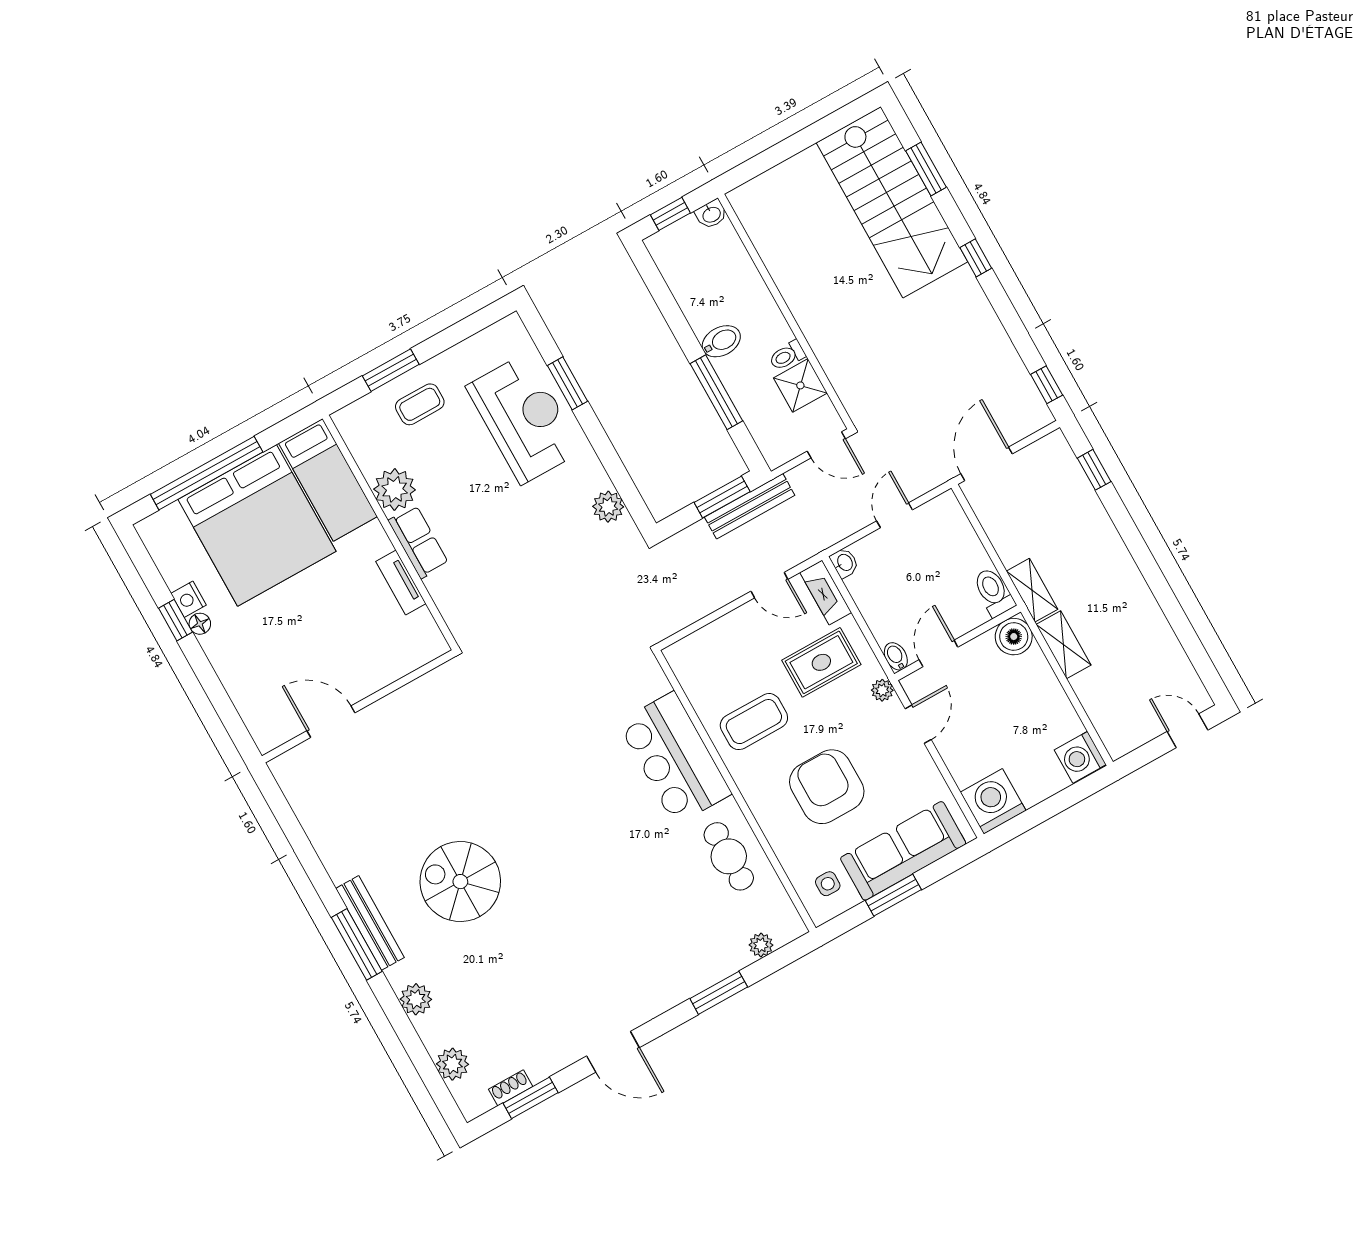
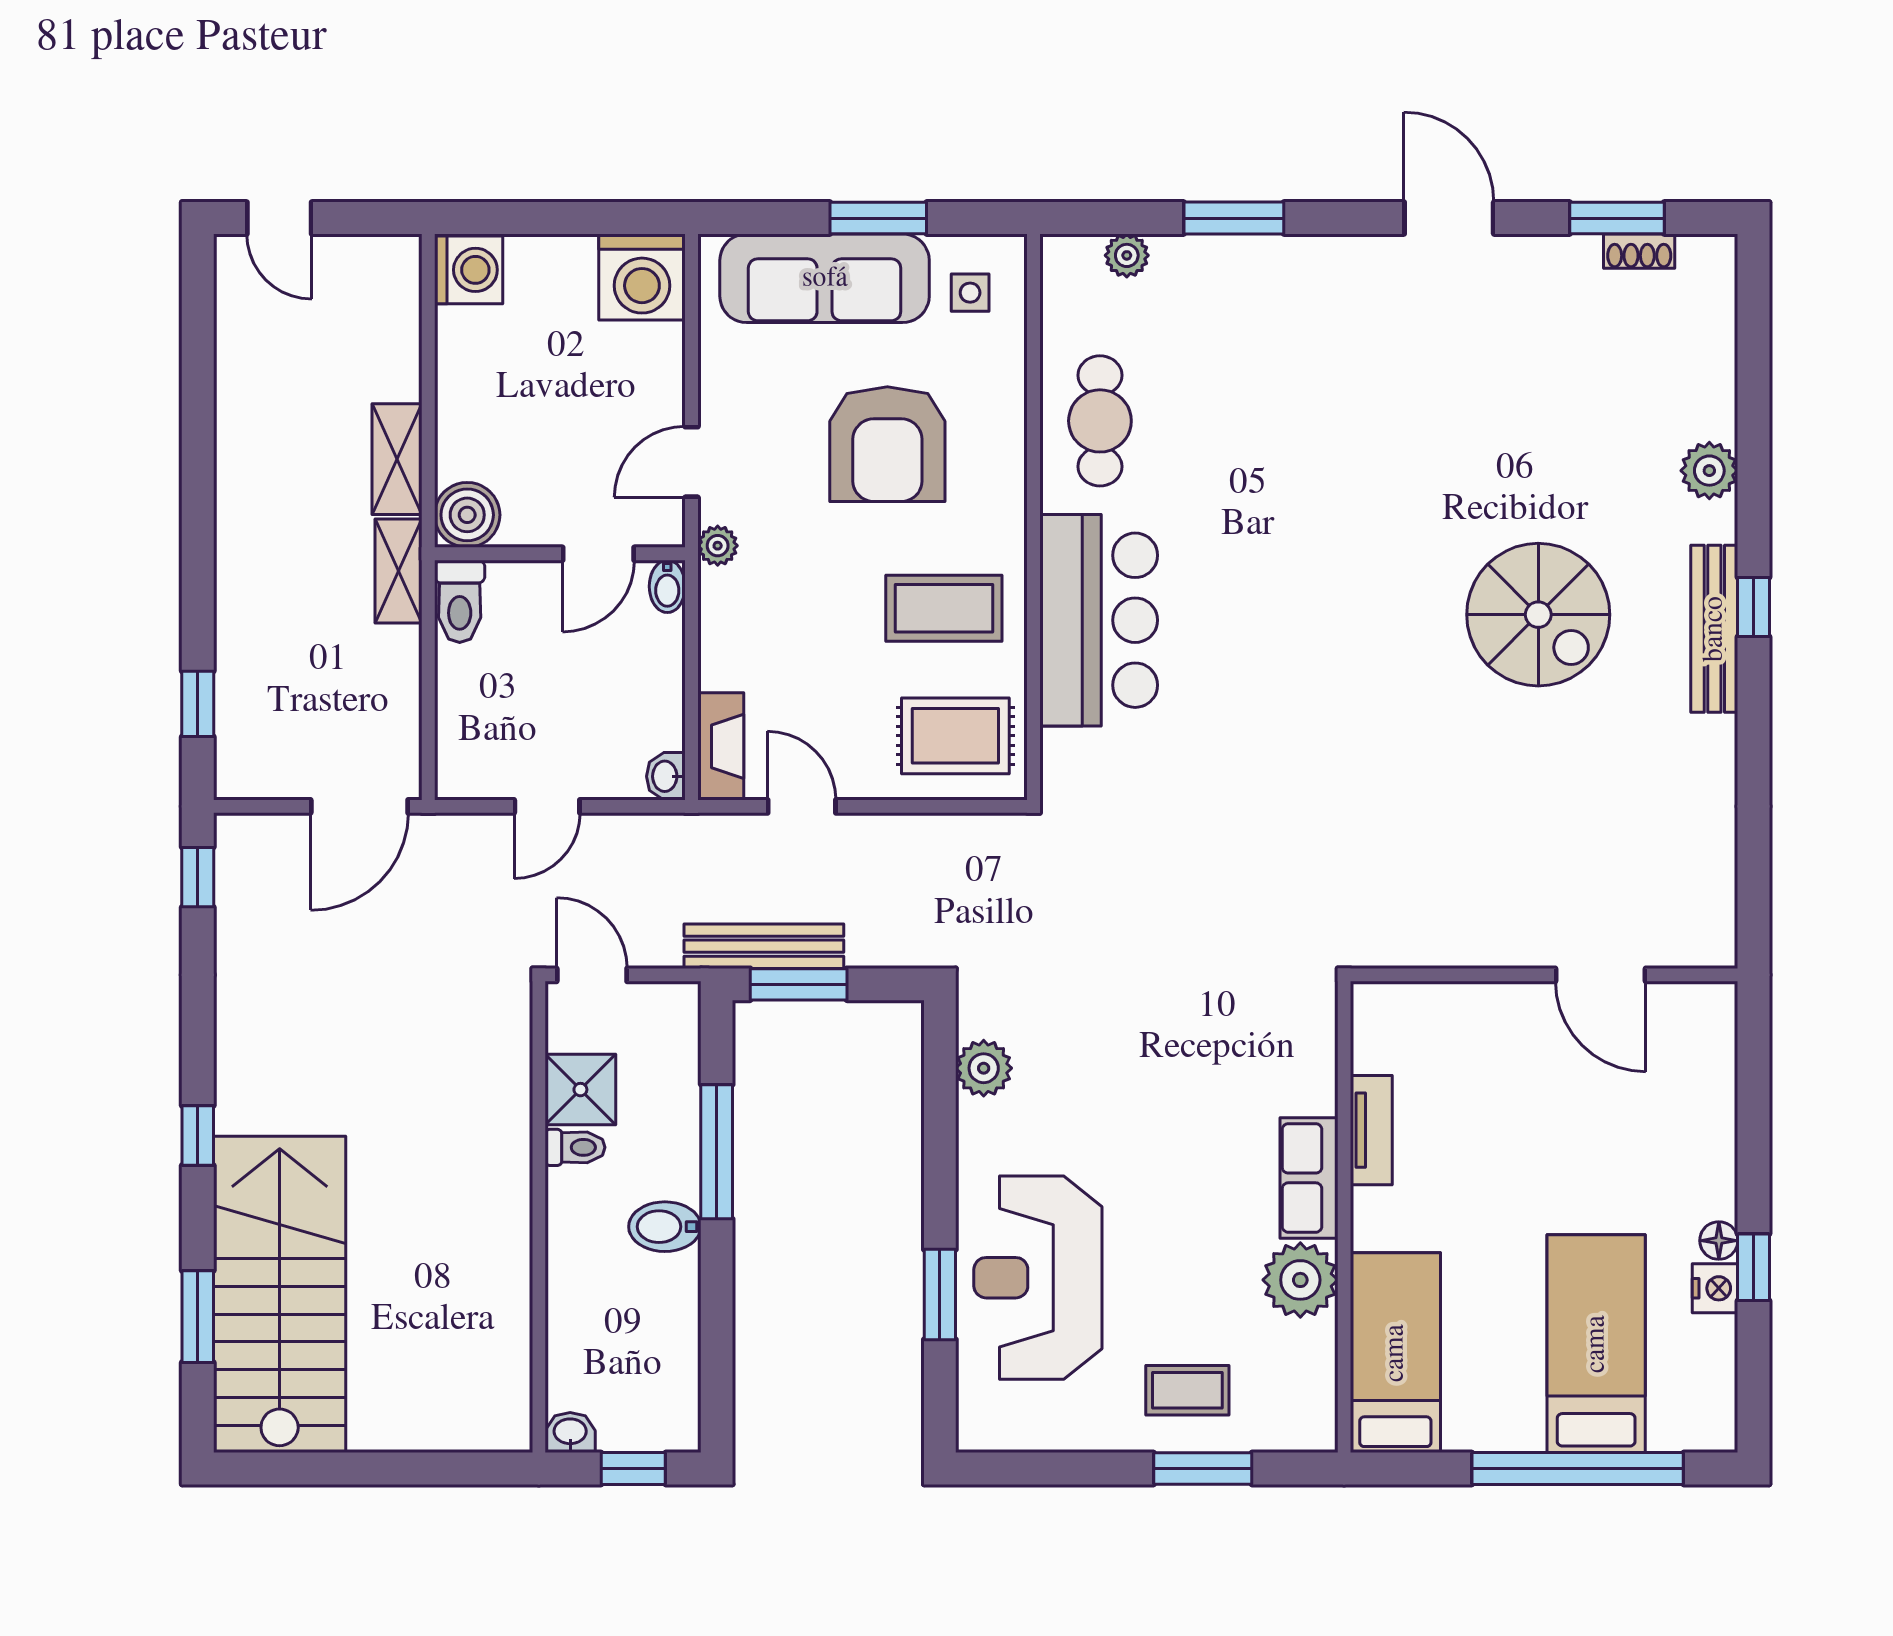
bed: (257, 525) -> (1596, 1344), width x0.49
rug: (821, 662) -> (955, 736), moved
window: (357, 944) -> (1754, 607), width x0.46
plant: (452, 1064) -> (1709, 338), removed

